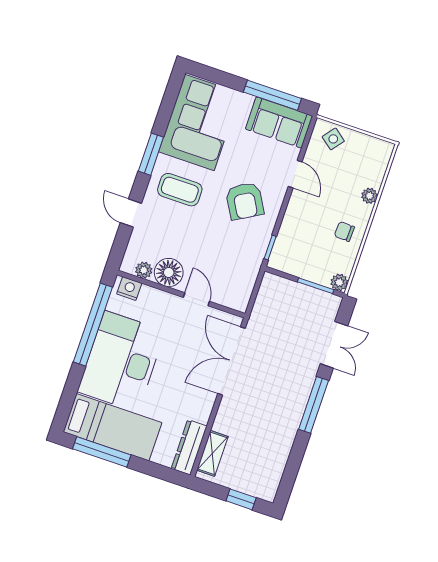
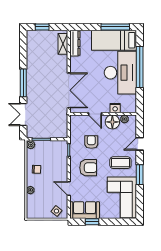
window: (272, 95) -> (92, 222), width x0.46
armchair: (245, 201) -> (88, 168), turned 120
door: (131, 213) -> (140, 144), swing flipped
armchair: (222, 248) -> (91, 142), added
nightstand: (129, 289) -> (115, 108), moved
window: (93, 325) -> (140, 67), moved

